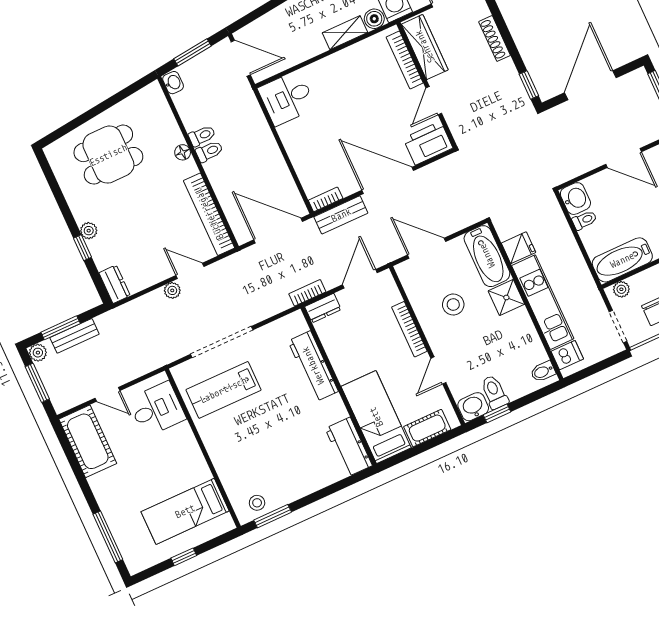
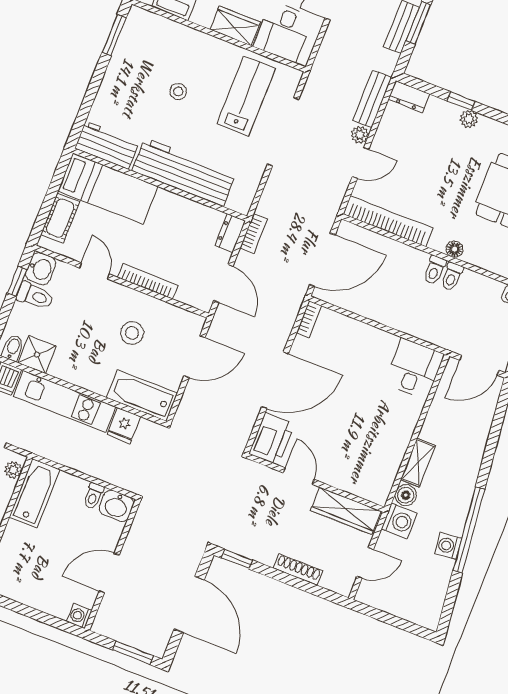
bookcase: (405, 60) -> (351, 486), removed
bench: (341, 215) -> (372, 99), moved
shower: (506, 298) -> (37, 355), moved
workbench: (313, 366) -> (184, 172), width x1.36, depth x1.32
wardrobe: (186, 444) -> (235, 26), added
stool: (257, 503) -> (178, 91), moved

